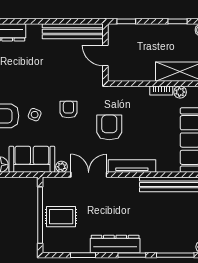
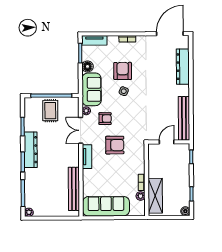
armchair: (68, 110) -> (105, 119), moved
tv unit: (132, 166) -> (87, 157), width x0.71
double door: (89, 175) -> (81, 130), swing flipped

